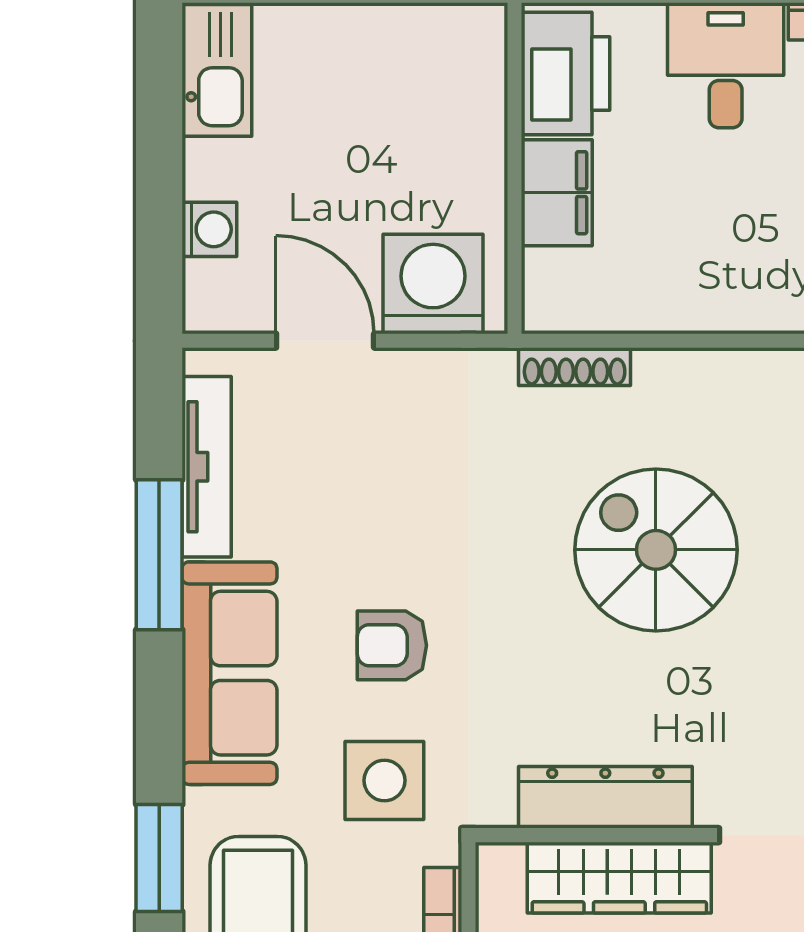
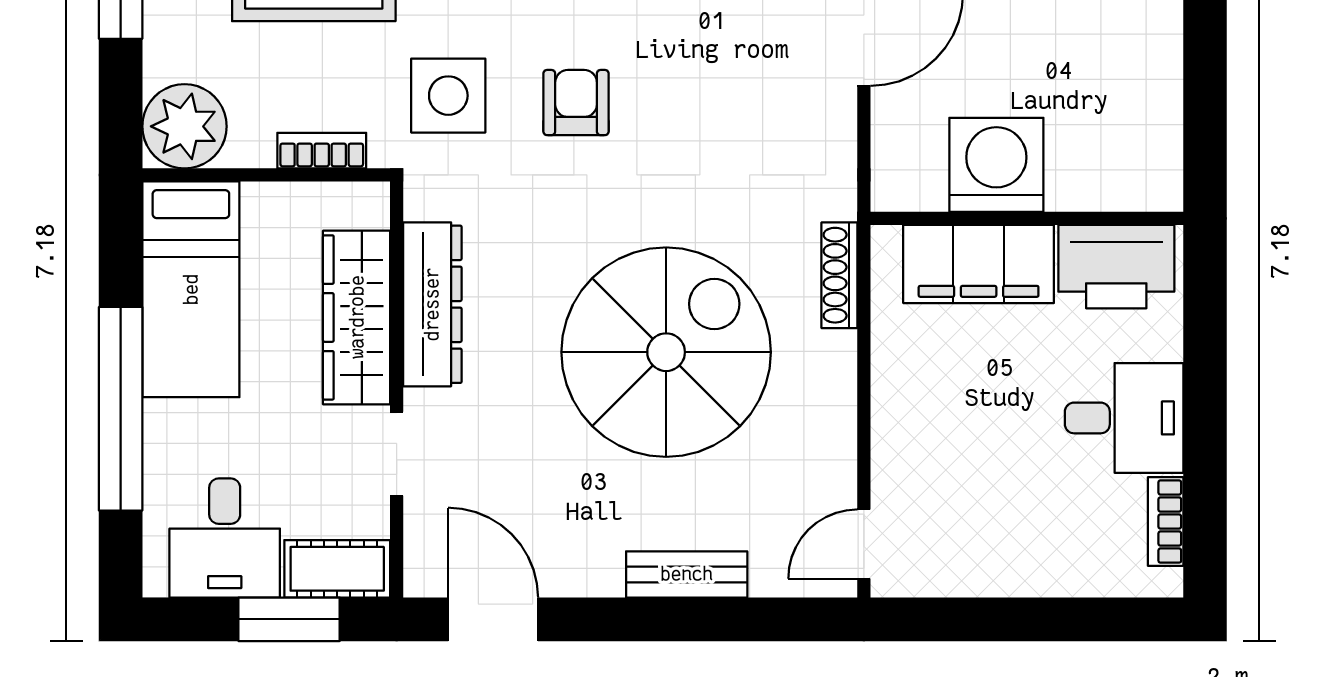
filing cabinet: (557, 193) -> (979, 264), width x1.50, depth x1.17
washing machine: (433, 284) -> (996, 165), moved, turned -90
spiral stairs: (656, 550) -> (666, 352), width x1.37, depth x1.37

